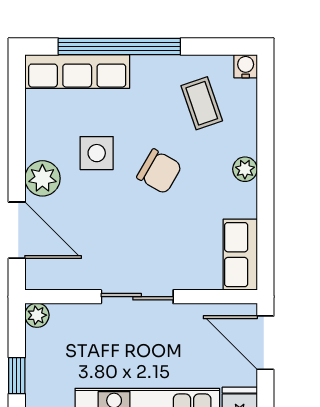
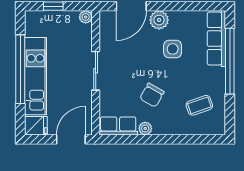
water cooler: (246, 66) -> (219, 129), removed
plant: (245, 169) -> (145, 128), moved
chair: (159, 171) -> (152, 95), moved

